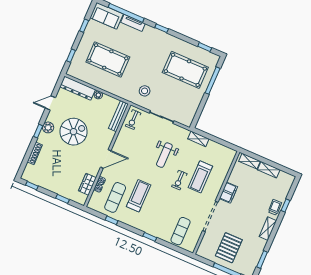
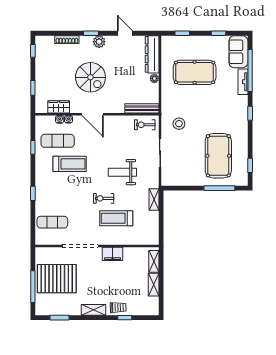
pool table: (108, 59) -> (195, 72), turned 90
spiral stairs: (74, 132) -> (90, 77), moved
pallet: (229, 248) -> (57, 279), width x1.37, depth x1.41

